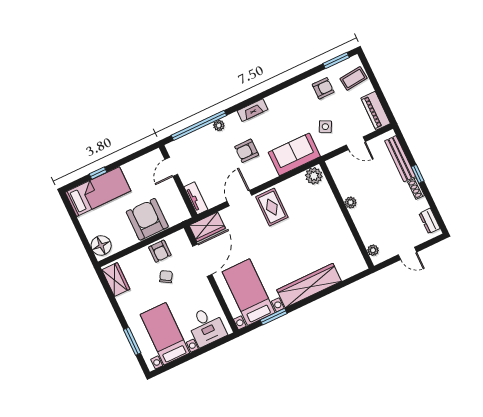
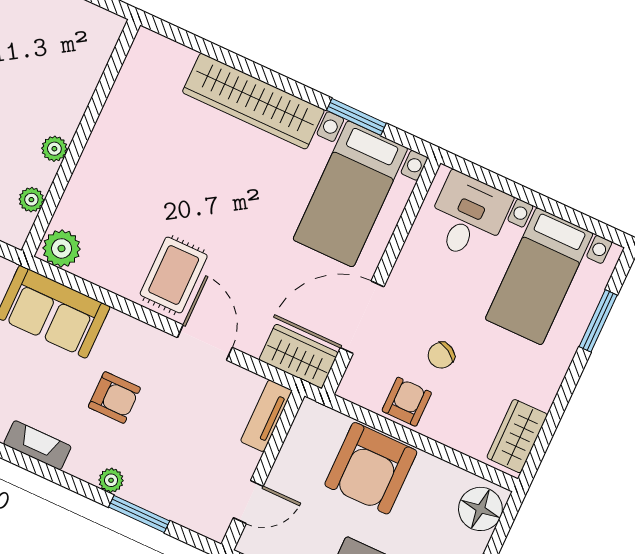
window: (199, 125) -> (139, 514), width x0.47
door: (239, 198) -> (205, 343), swing flipped
plant: (373, 250) -> (31, 200), moved

